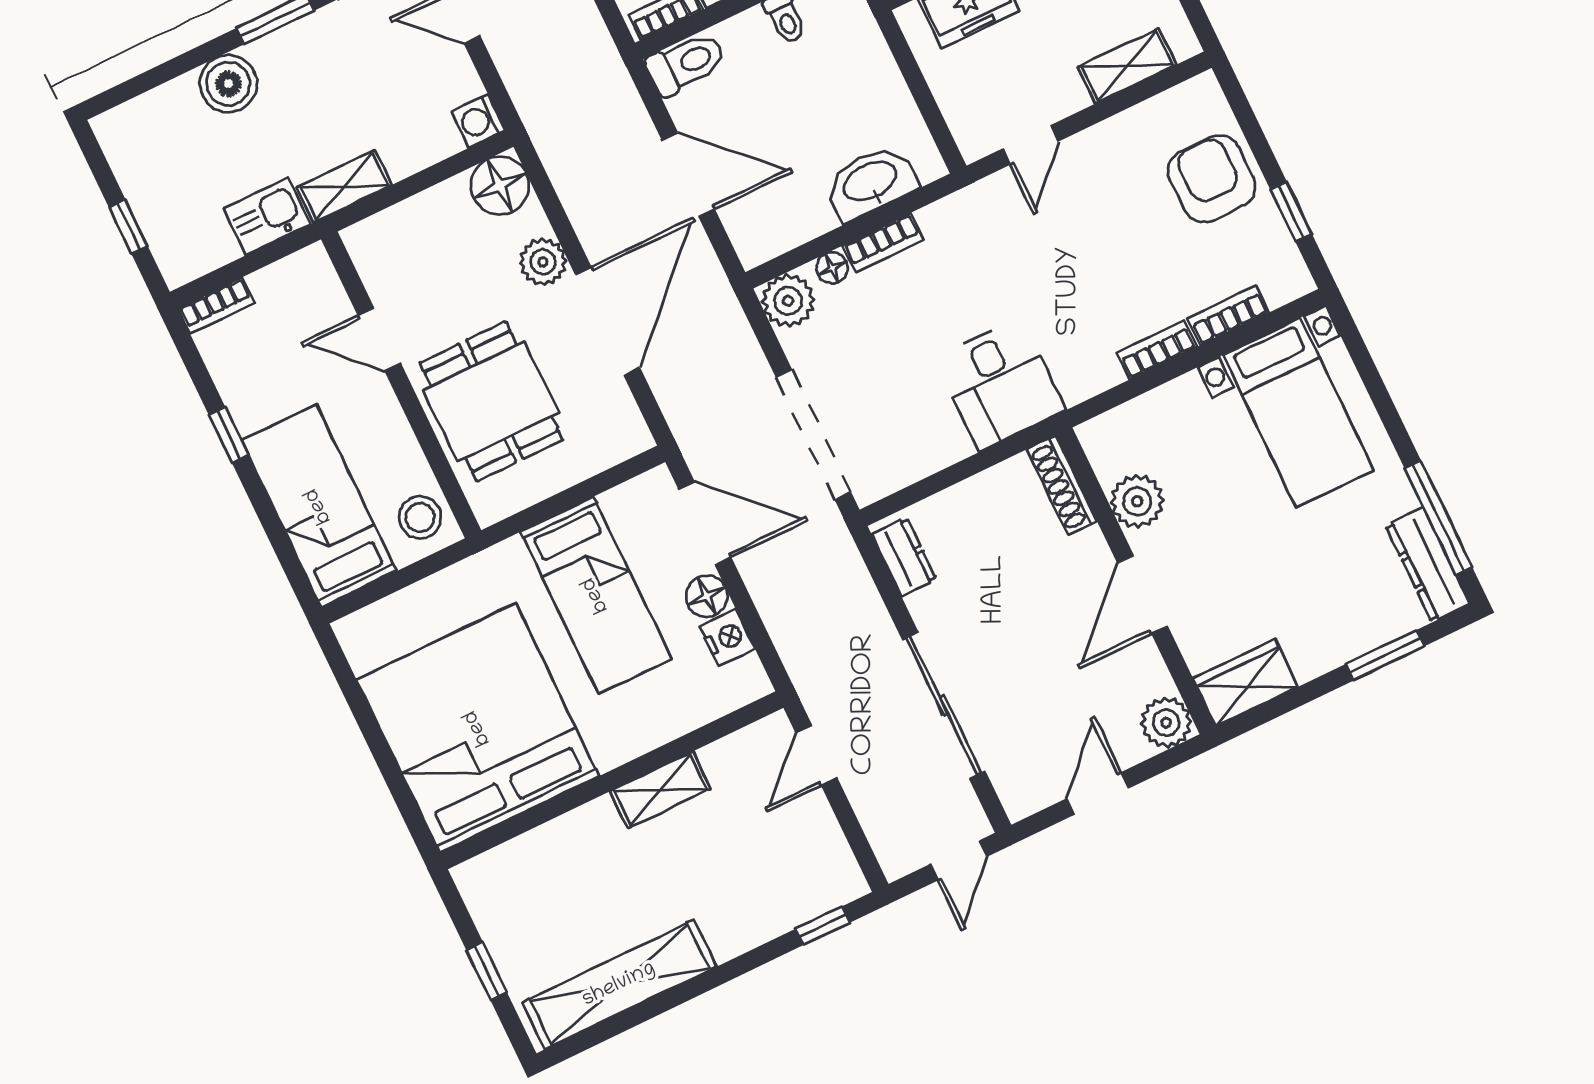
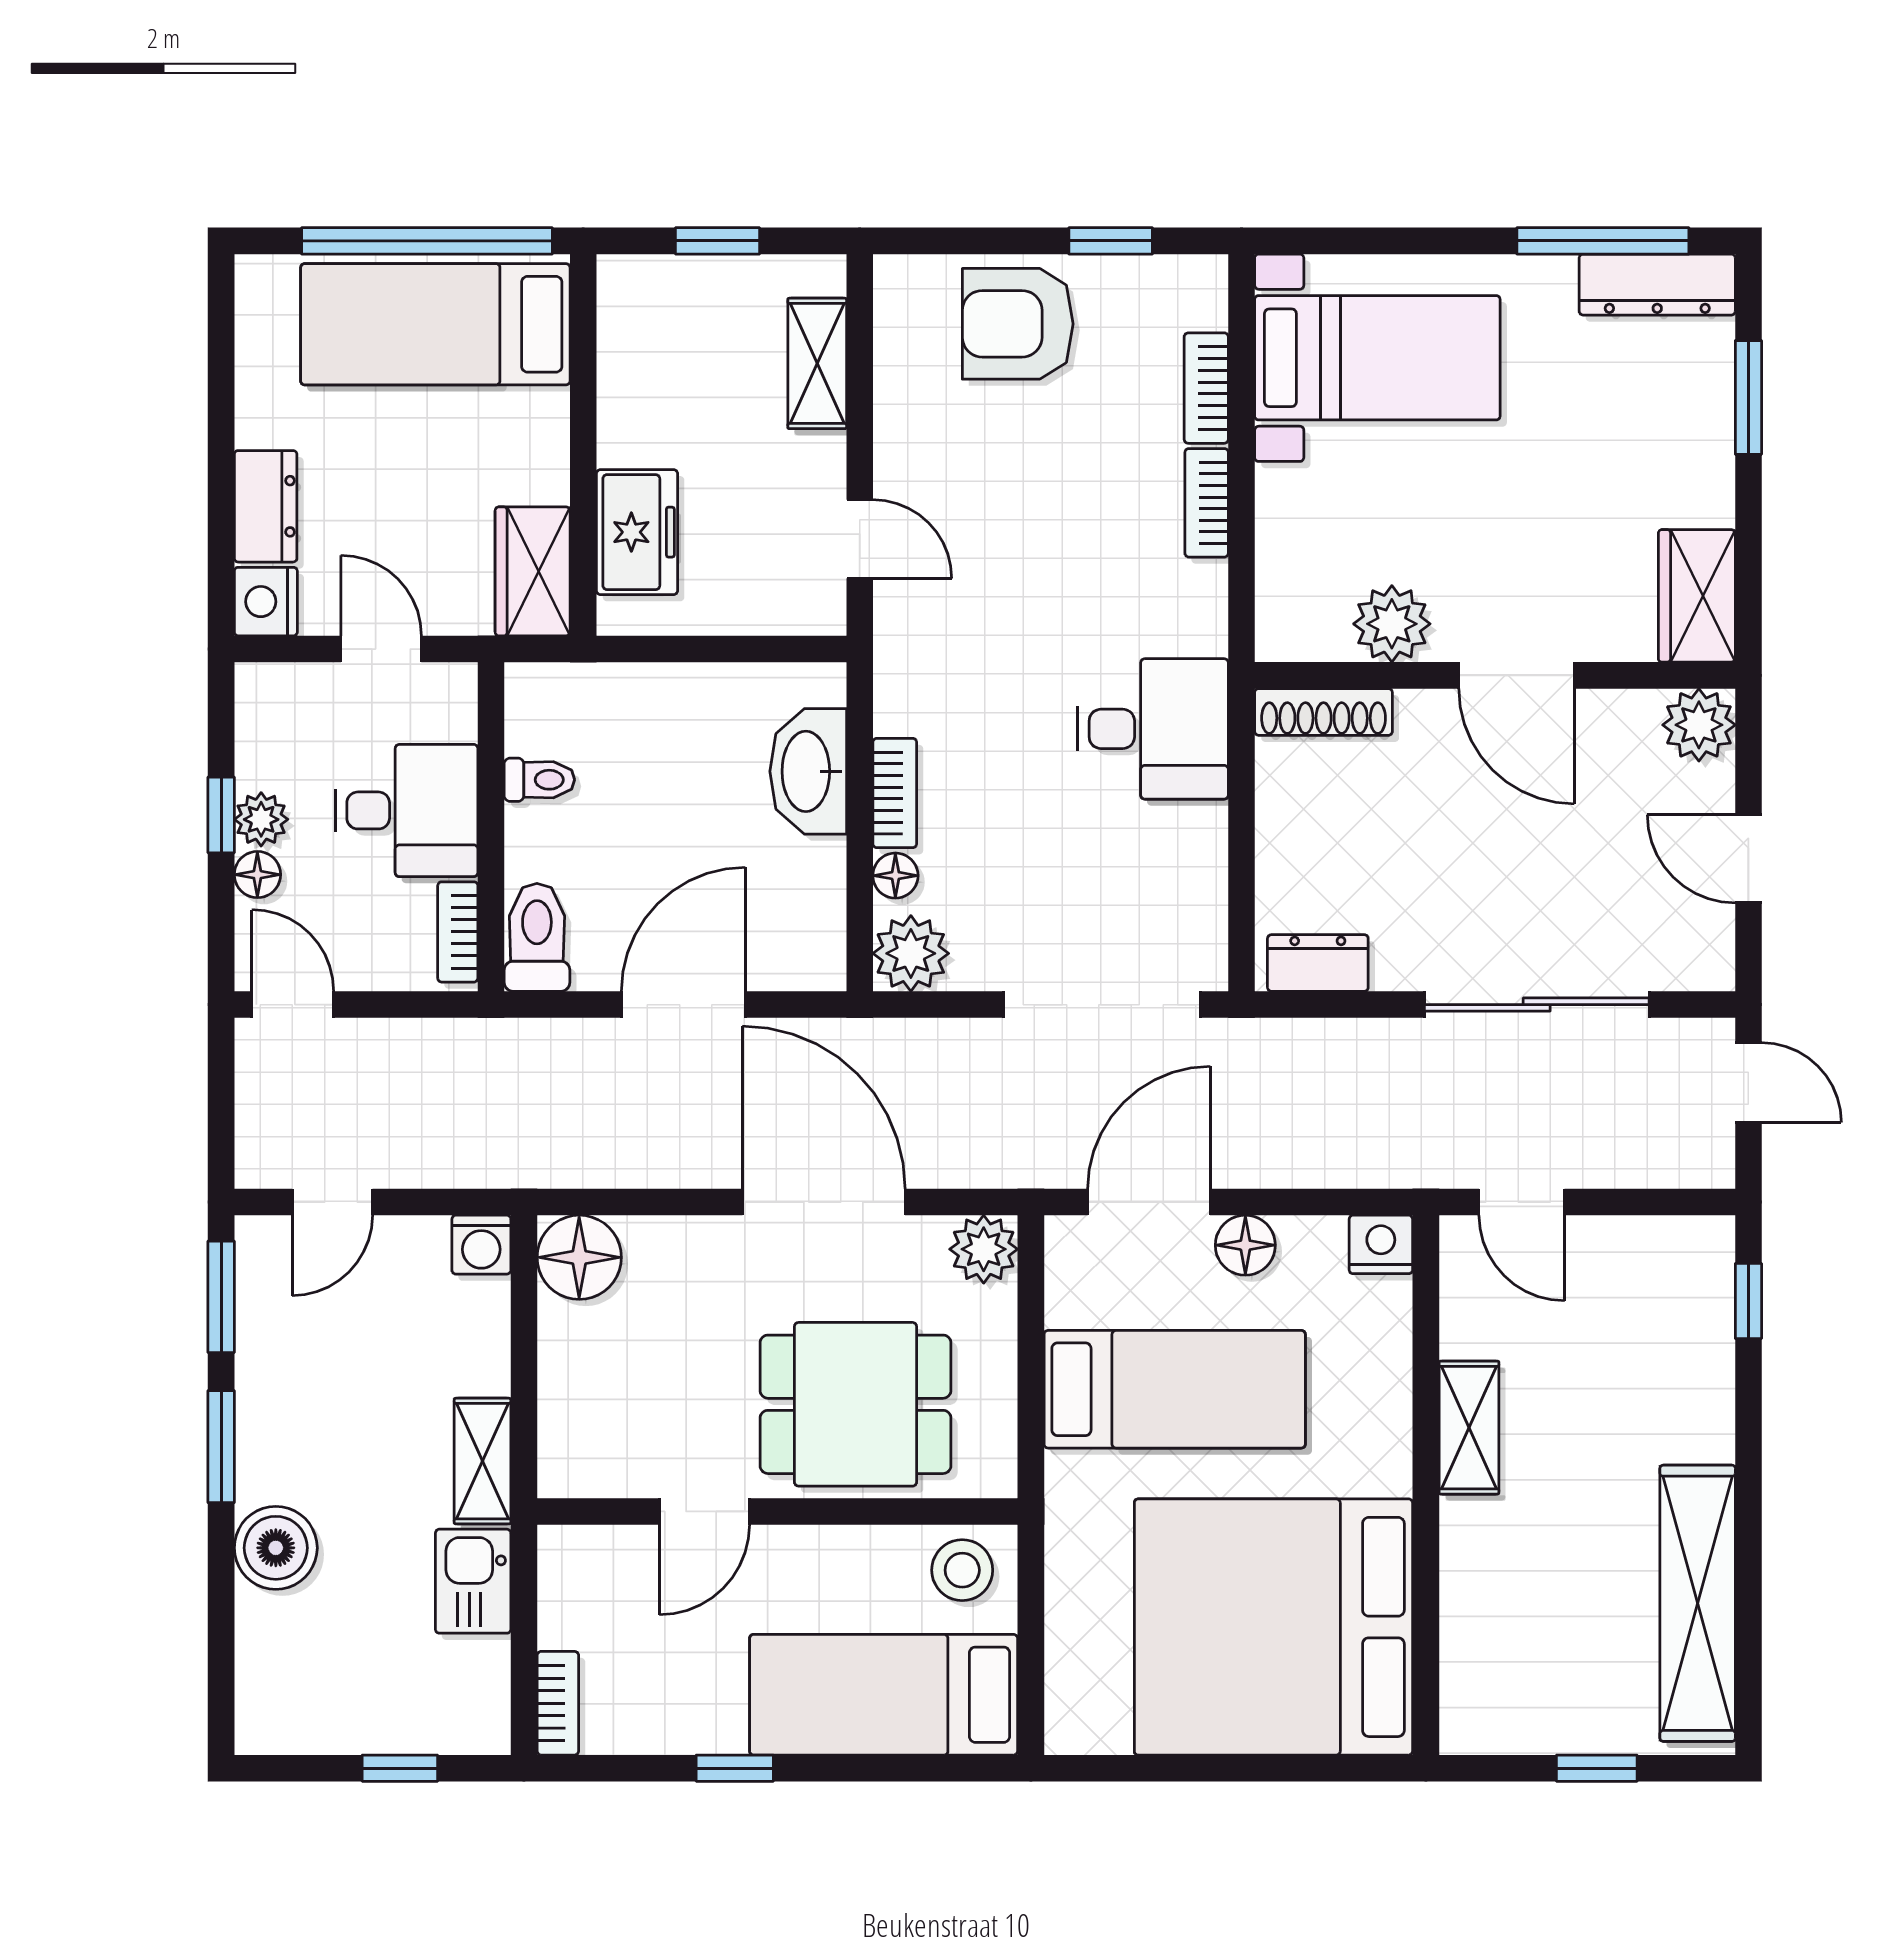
plant: (543, 262) -> (984, 1249), moved
nightstand: (727, 638) -> (1381, 1244), moved

